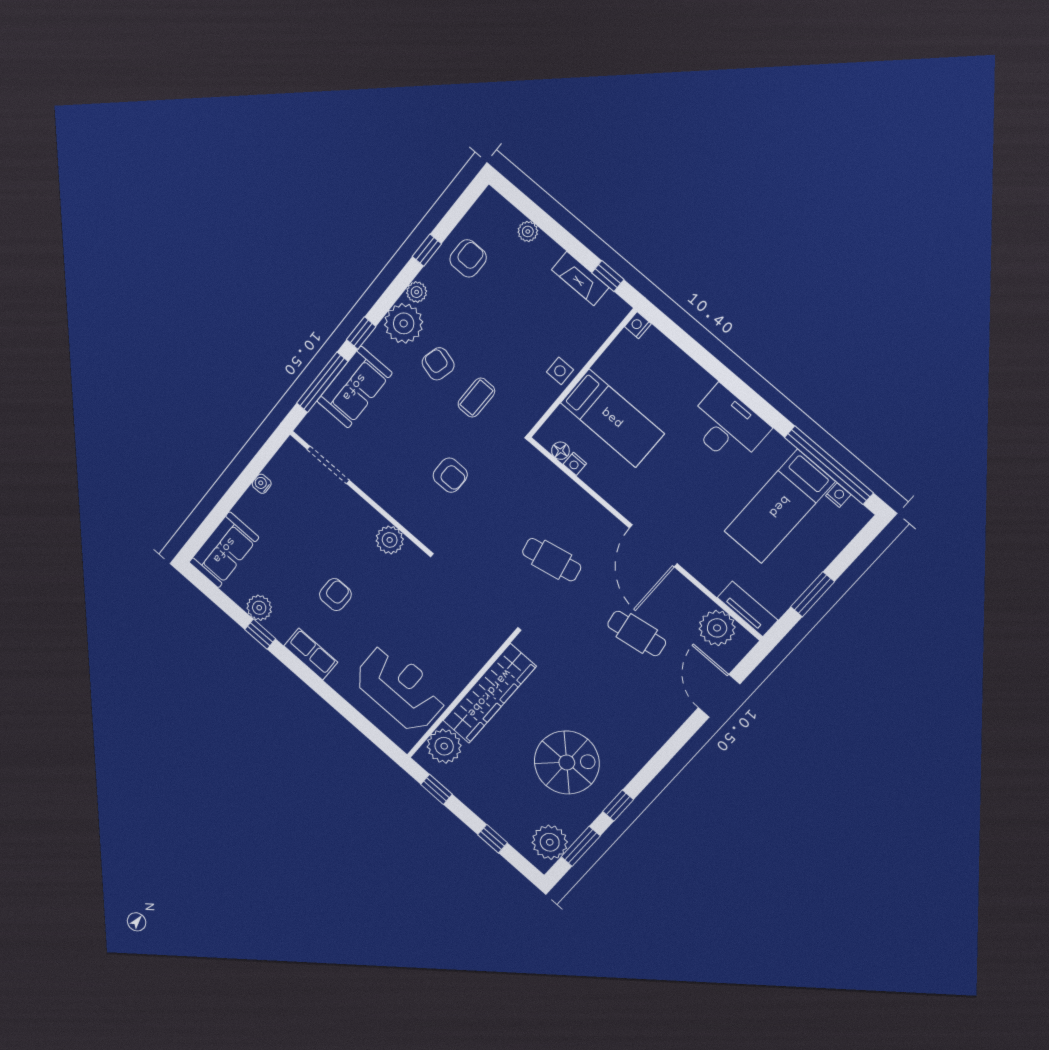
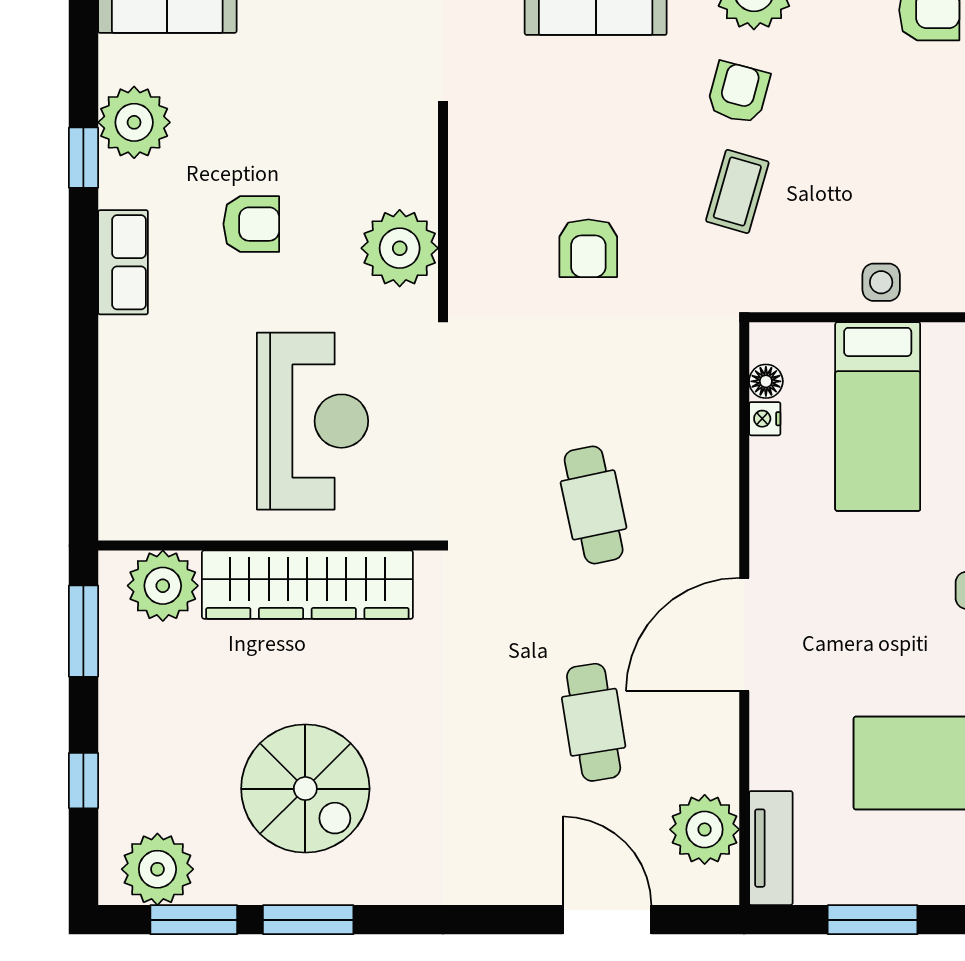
coffee table: (476, 398) -> (737, 191), turned -74
plant: (390, 540) -> (400, 248), width x1.36, depth x1.36
plant: (259, 608) -> (134, 122), width x1.36, depth x1.36
reception desk: (400, 688) -> (312, 421), moved
door: (719, 696) -> (607, 920), hinge flipped
window: (436, 789) -> (83, 631), width x1.50
window: (618, 806) -> (308, 920), width x1.50

